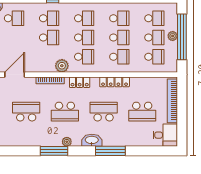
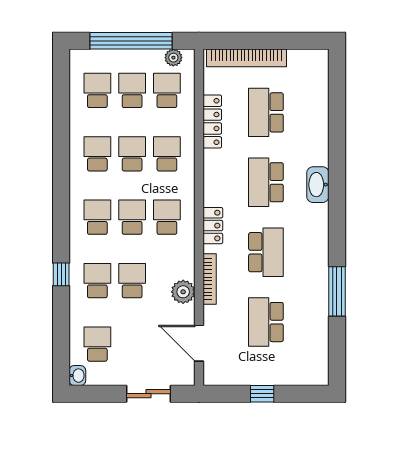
plant: (173, 36) -> (173, 58), moved
plant: (62, 66) -> (183, 292), moved
locker: (115, 82) -> (212, 122), moved
school desk: (142, 112) -> (266, 112), turned 180
desk: (165, 135) -> (308, 71), removed
washbasin: (92, 140) -> (318, 185), moved
plant: (67, 142) -> (320, 249), removed
window: (54, 151) -> (337, 291), moved
window: (110, 151) -> (337, 170), removed

